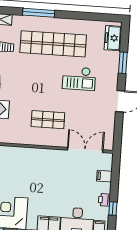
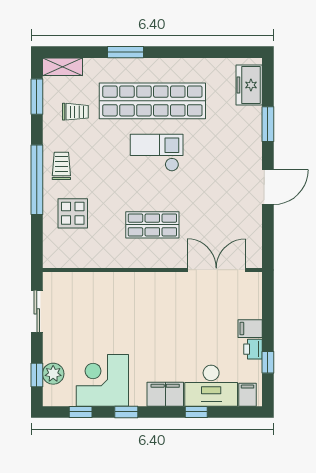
window: (39, 13) -> (125, 52), width x0.69
checkout: (79, 78) -> (157, 153), moved, turned 180
filing cabinet: (104, 176) -> (250, 329), moved

